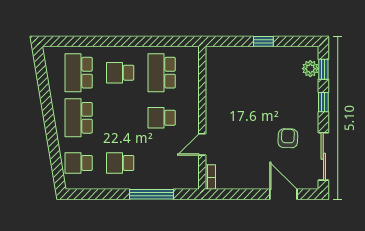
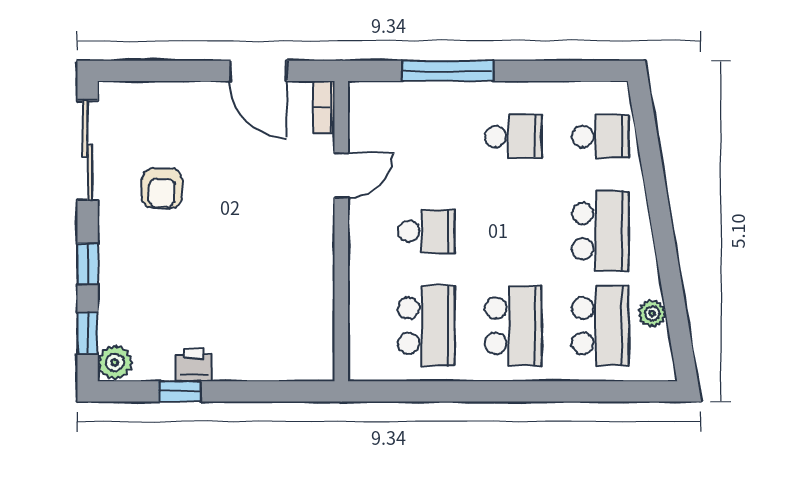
window: (263, 41) -> (180, 391), moved
printer: (273, 54) -> (194, 365), added
plant: (310, 69) -> (115, 362), moved
school desk: (120, 73) -> (513, 326), width x1.85
plant: (54, 78) -> (652, 313), added
door: (283, 194) -> (258, 71), moved

